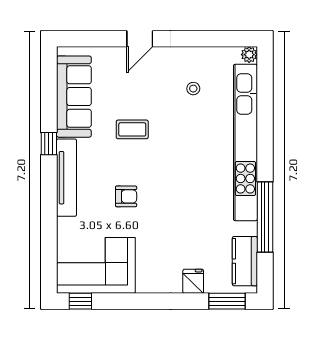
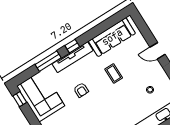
window: (49, 144) -> (72, 46), moved
window: (49, 220) -> (48, 61), added

